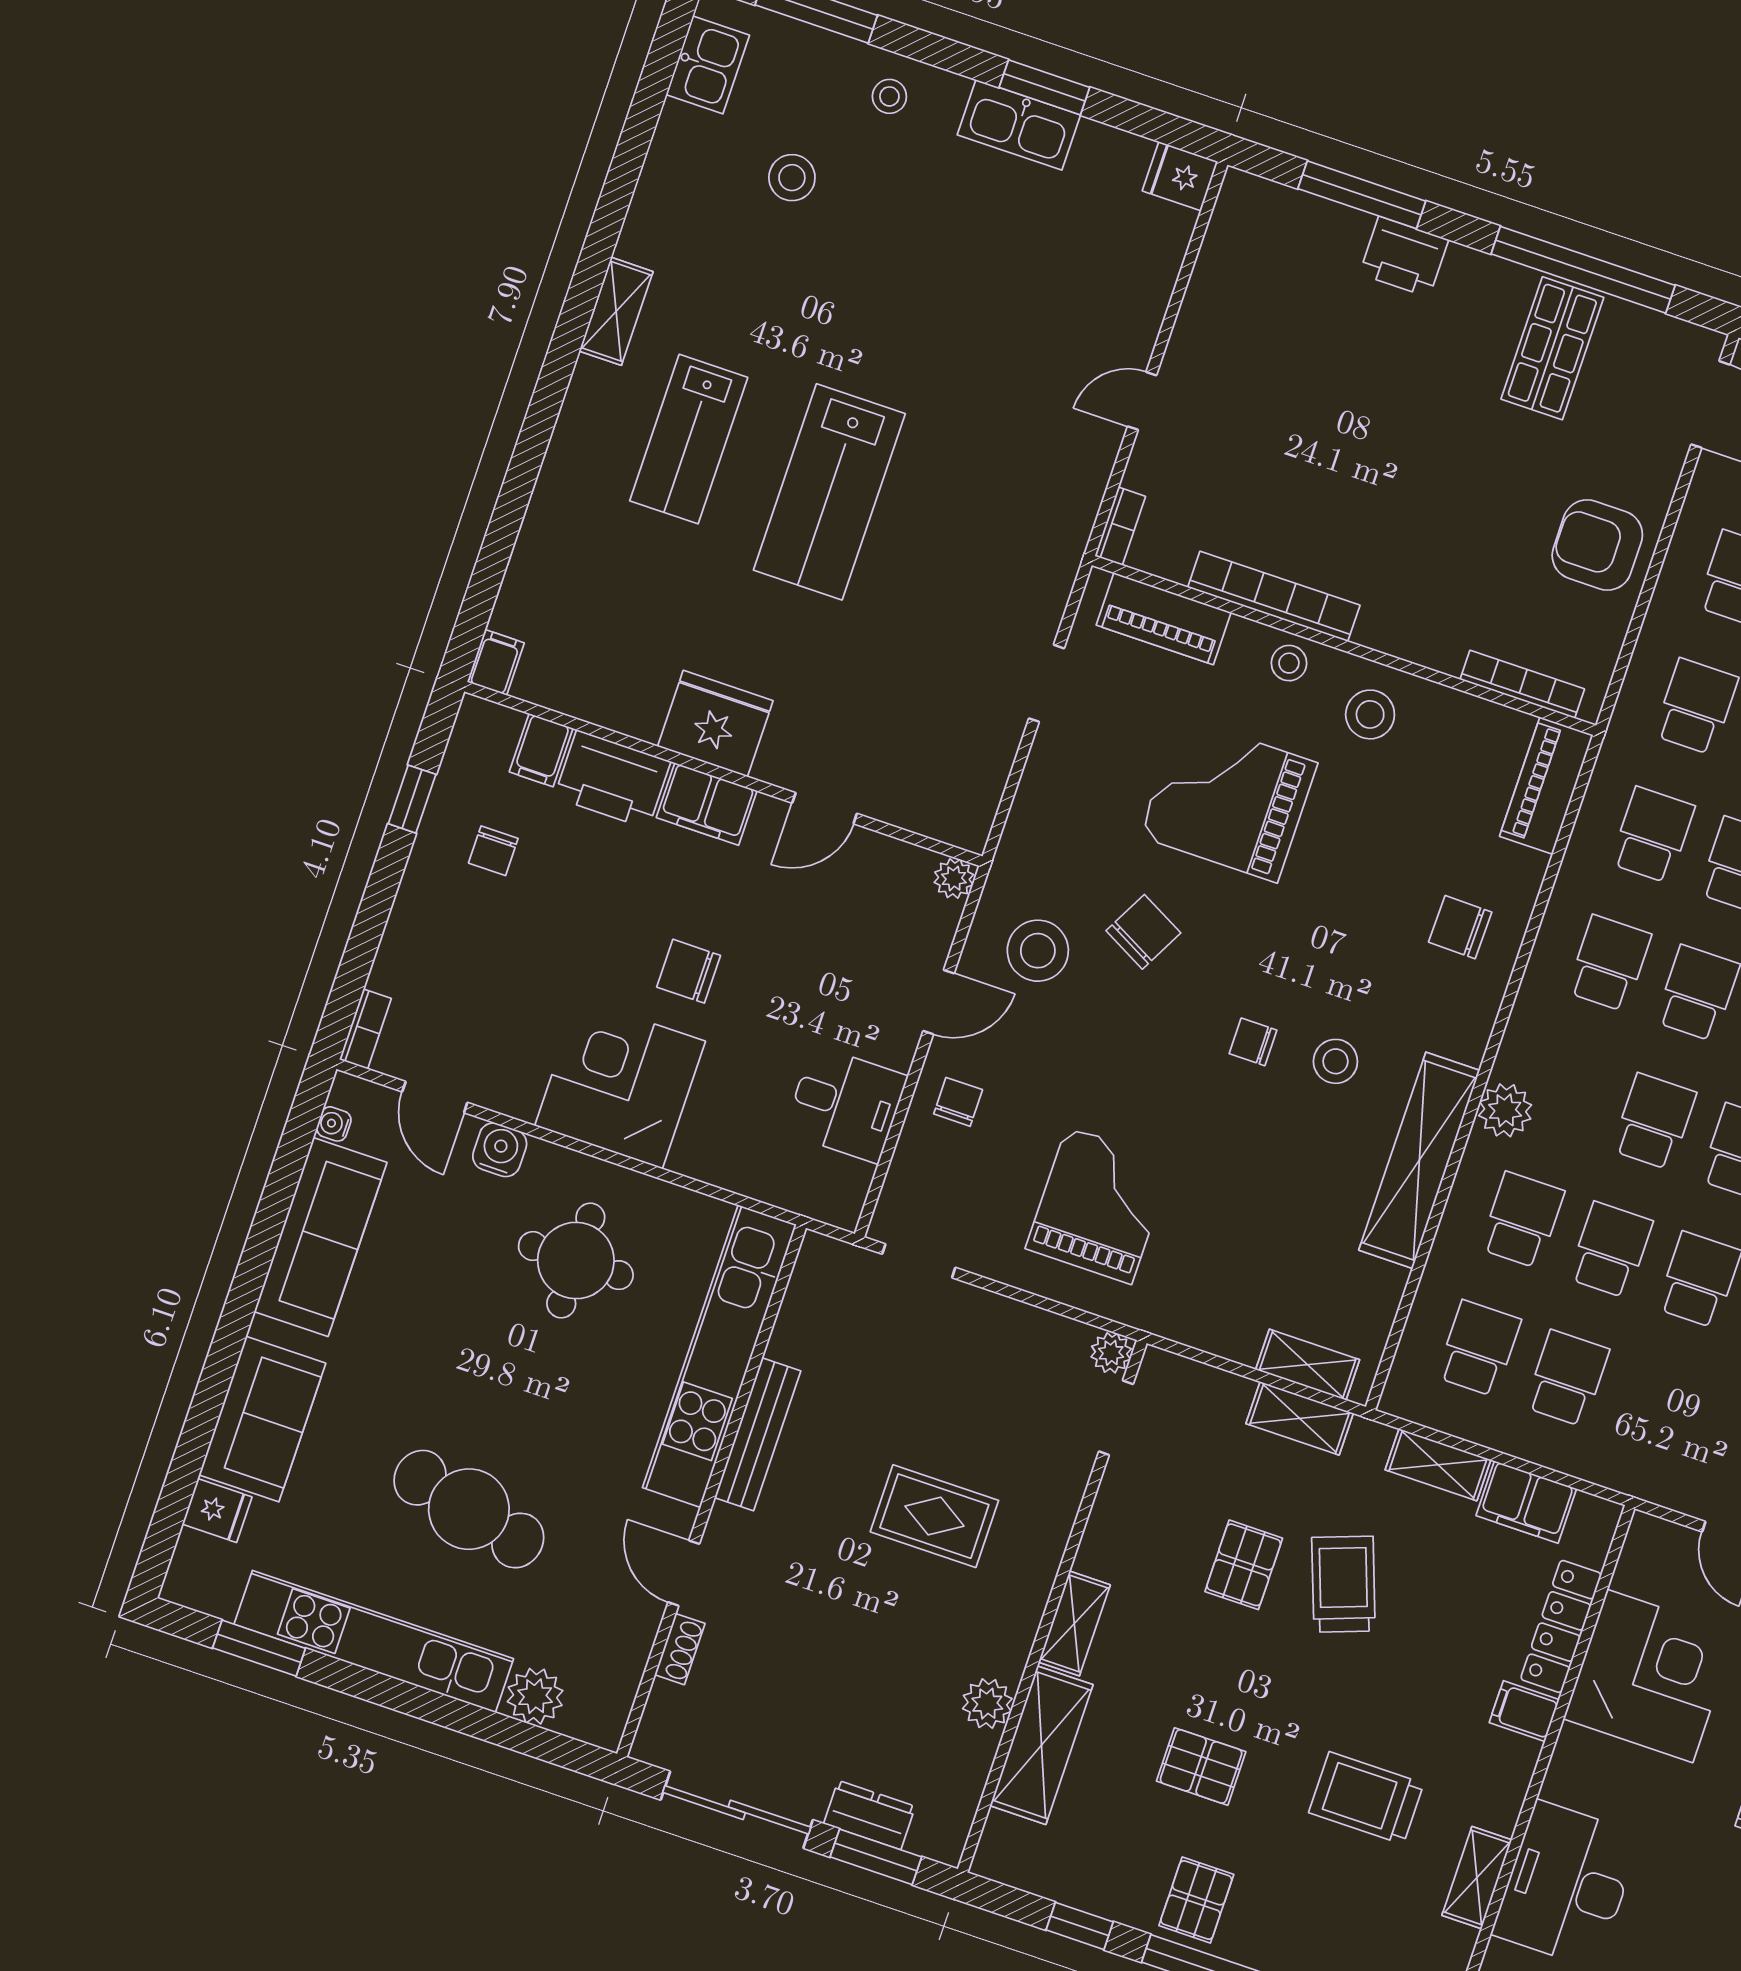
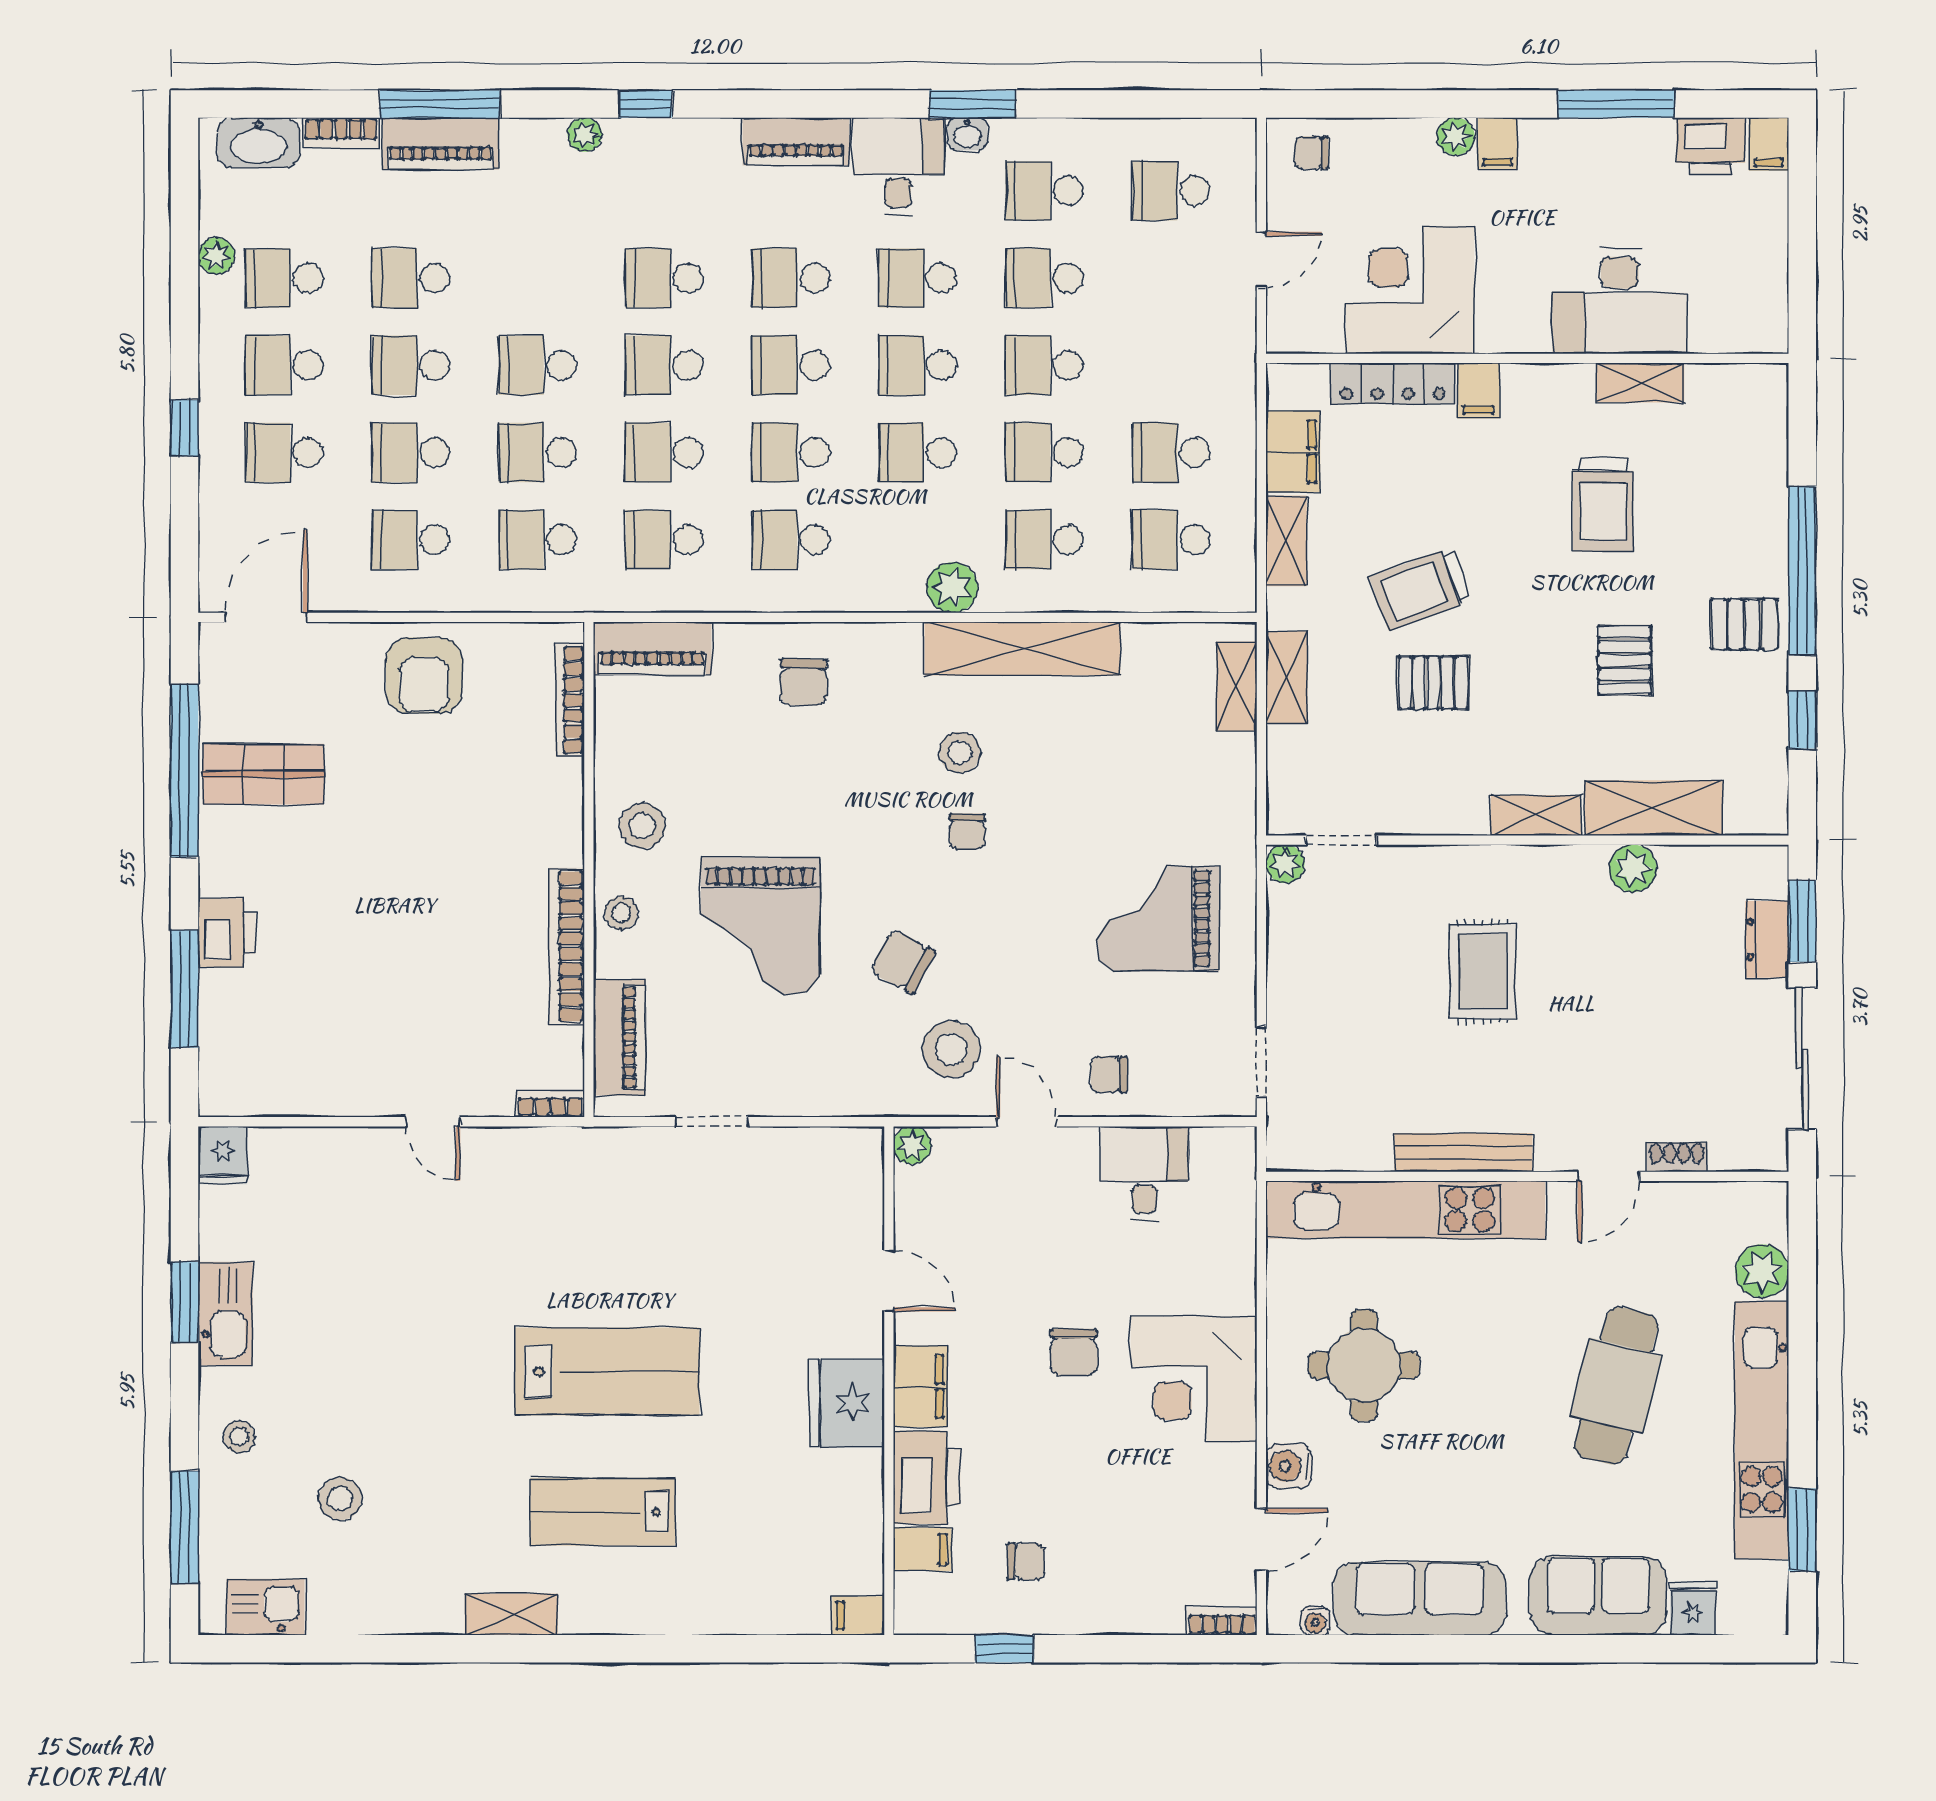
lab bench: (689, 439) -> (603, 1512), turned 180

